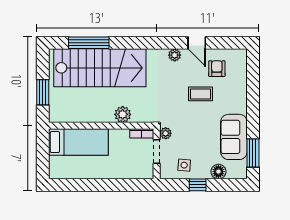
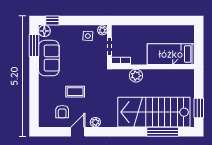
door: (197, 43) -> (78, 132), hinge flipped
window: (43, 92) -> (199, 108), moved
plant: (166, 133) -> (102, 30), moved
floor lamp: (218, 172) -> (44, 31), moved
window: (198, 185) -> (52, 20), moved

